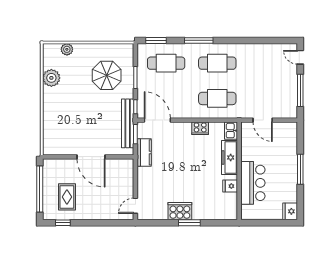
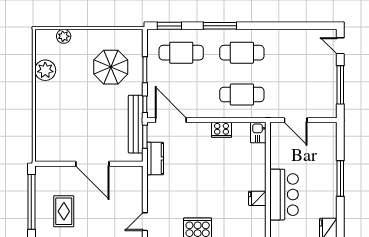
freezer: (230, 157) -> (256, 164), removed

